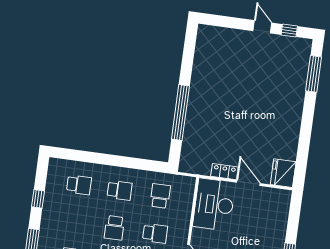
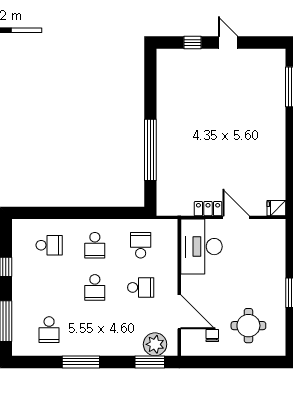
window: (289, 30) -> (192, 43), moved
fridge: (283, 173) -> (276, 208), width x0.53, depth x0.75
school desk: (120, 190) -> (95, 245), turned 90

